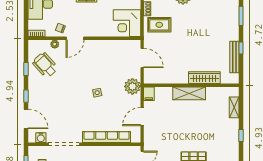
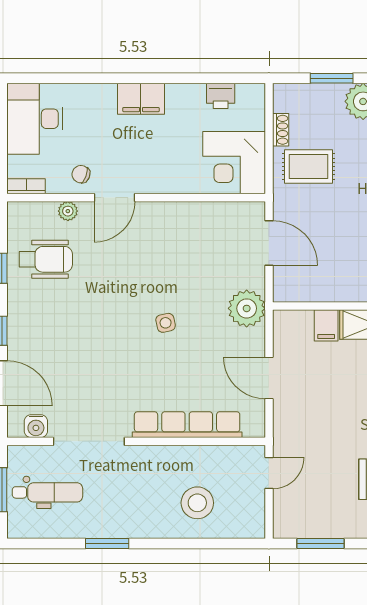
wheelchair: (45, 65) -> (46, 259), turned 132
filing cabinet: (149, 94) -> (326, 325), moved
door: (142, 117) -> (269, 378), hinge flipped

